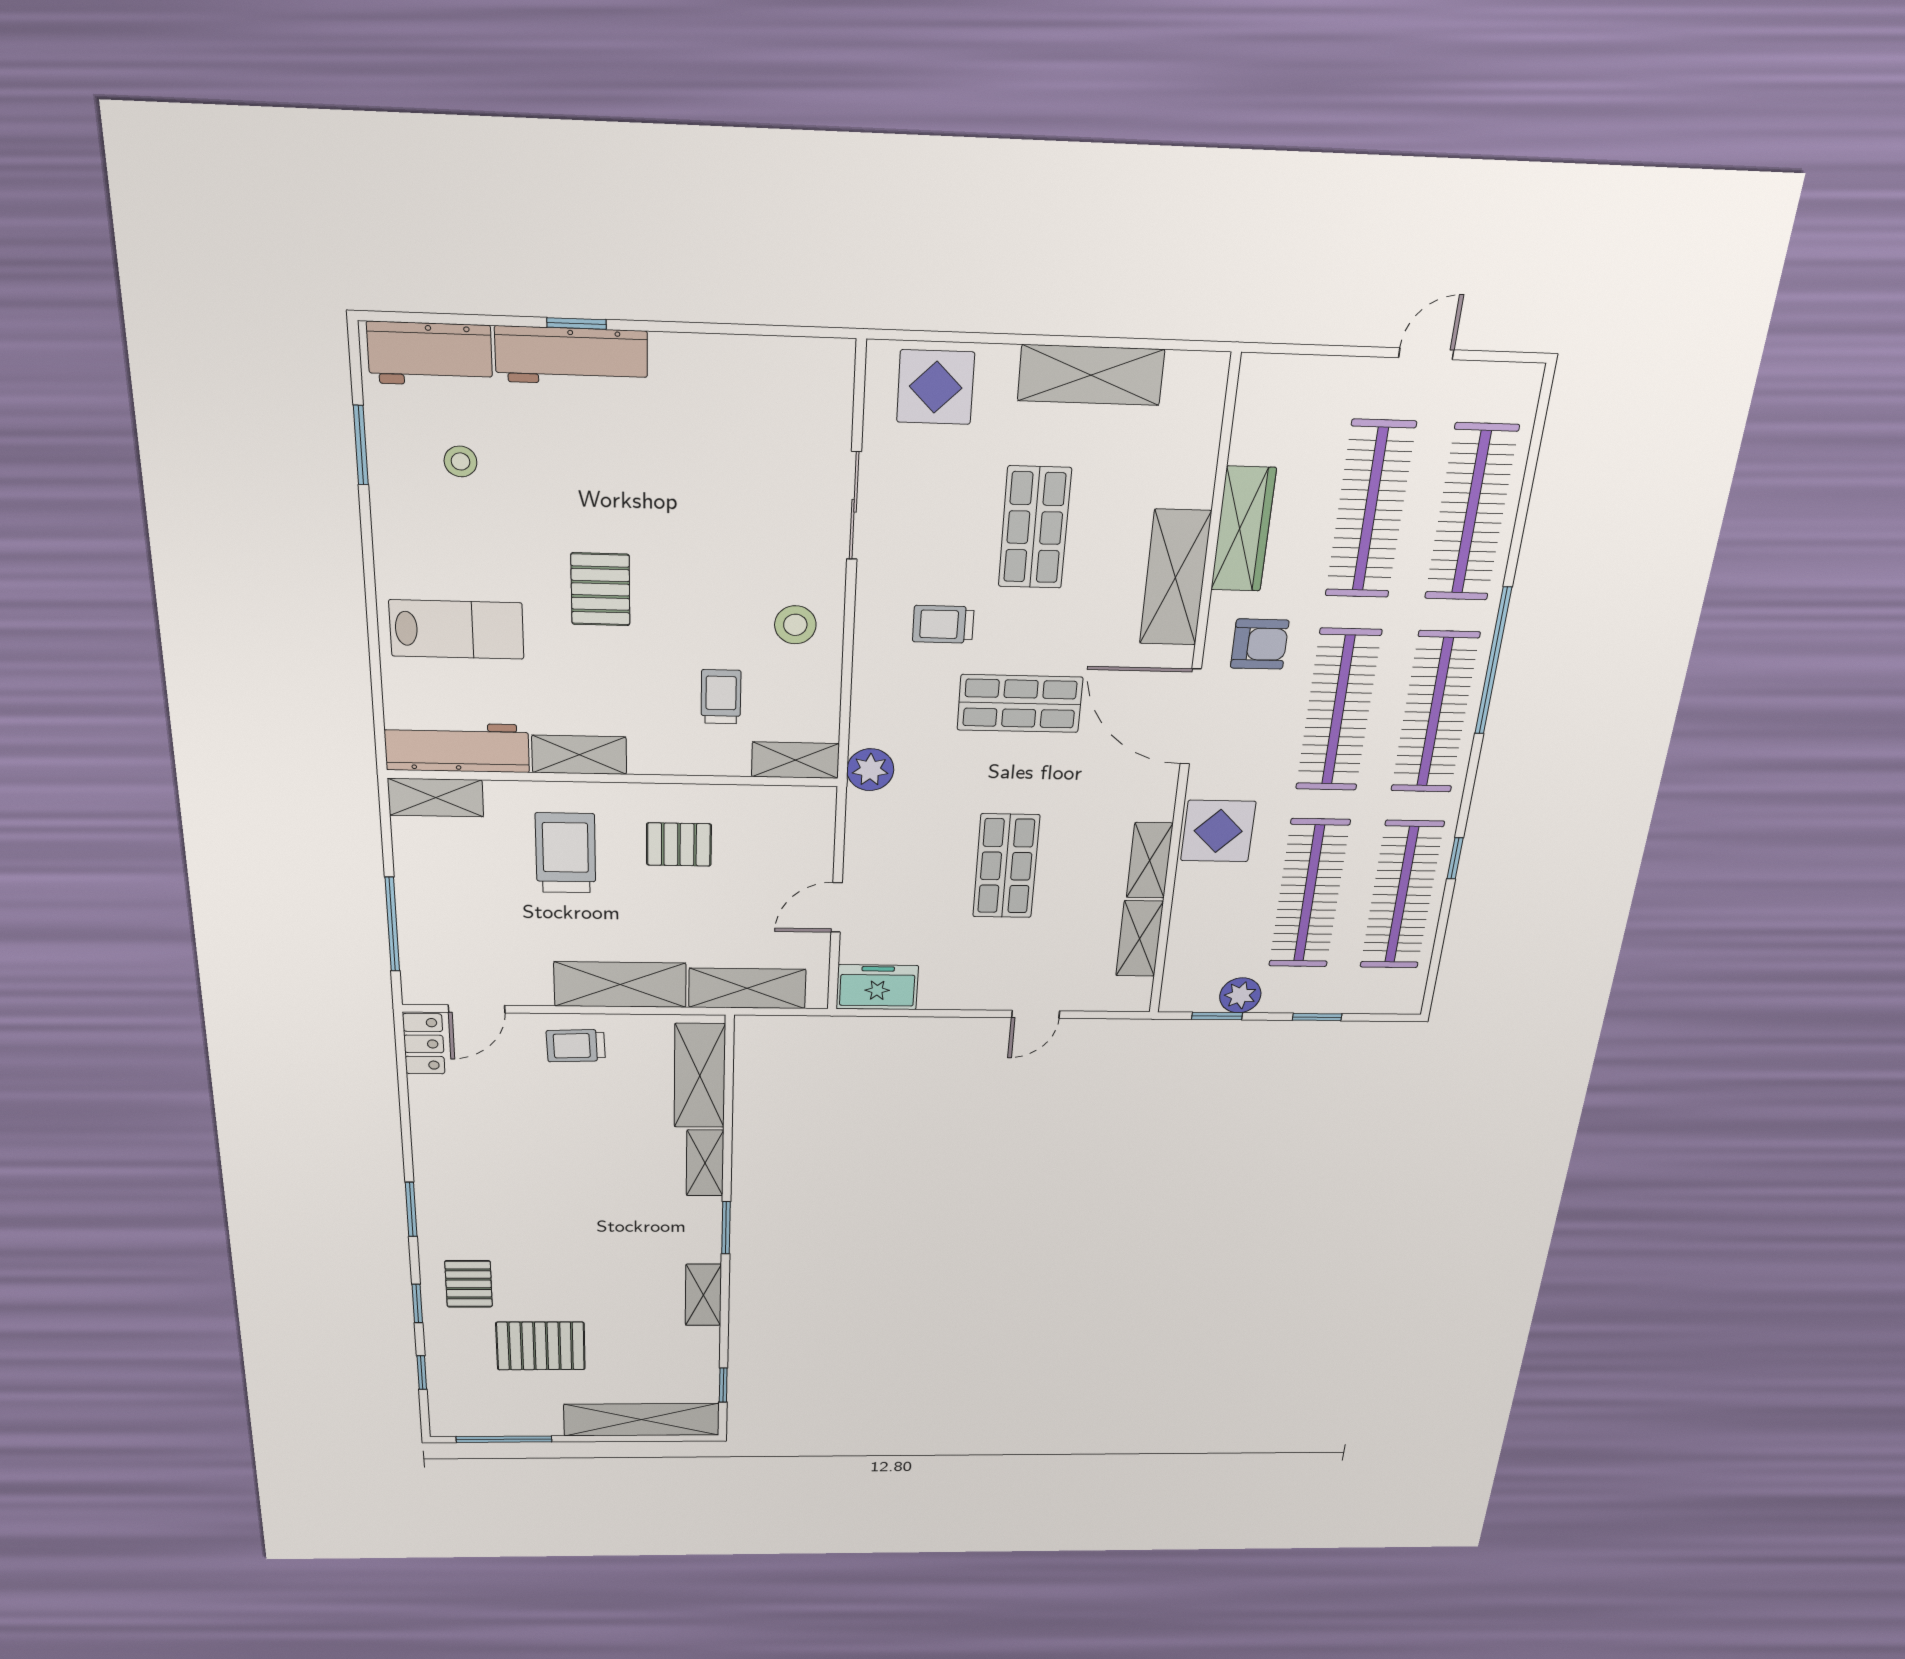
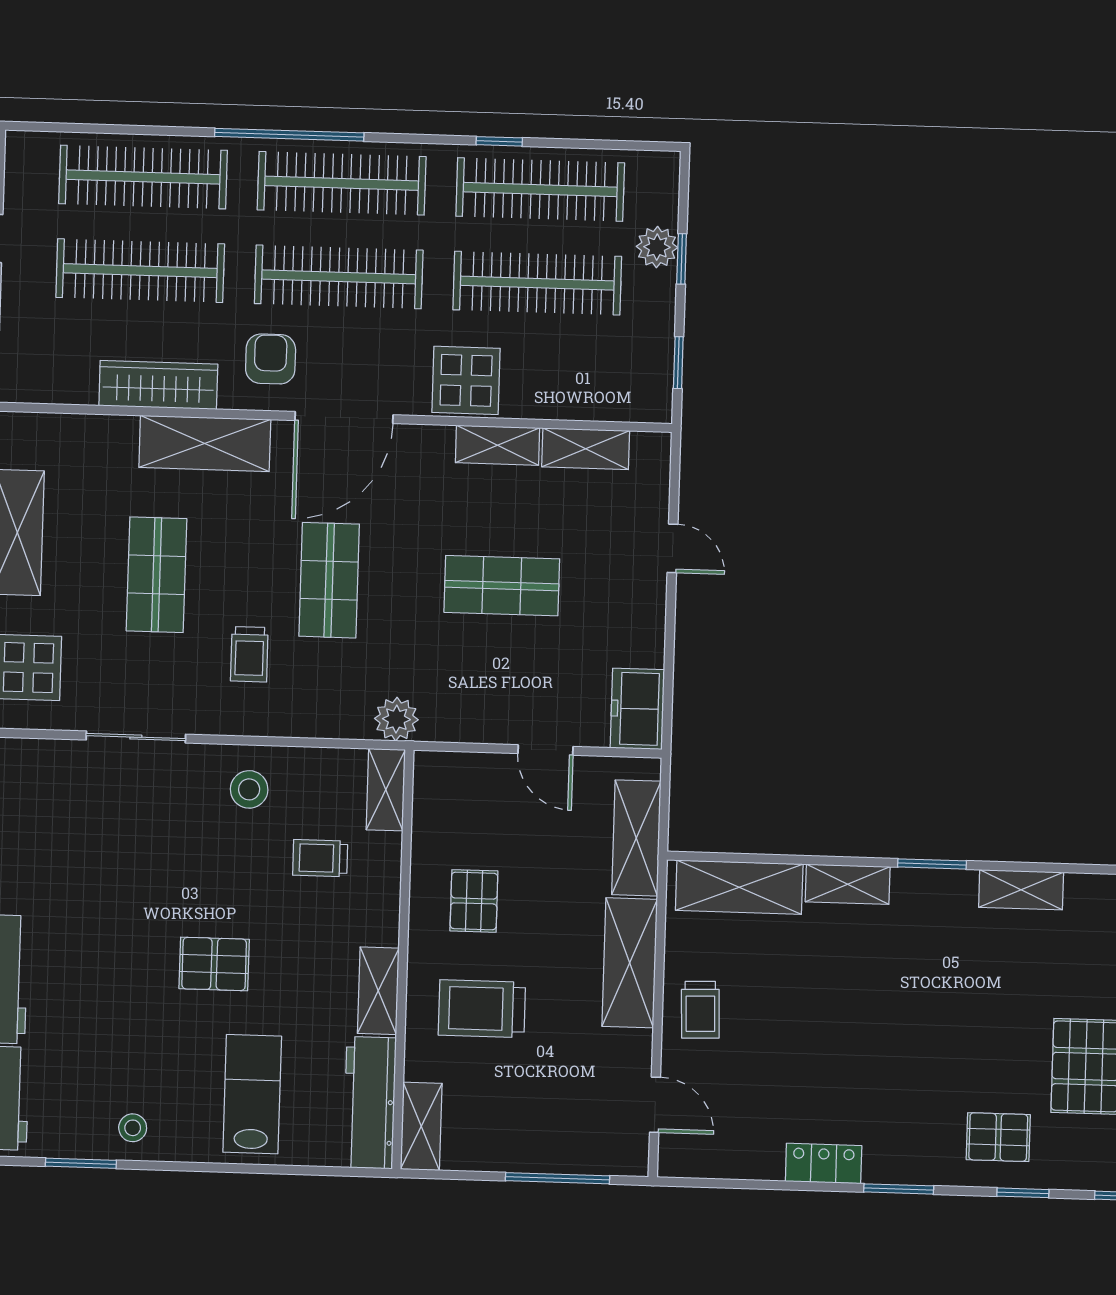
stool: (460, 461) -> (133, 1128), moved
shop shelf: (1035, 528) -> (156, 575), turned 90
plant: (1240, 995) -> (657, 247), moved
locker: (424, 1044) -> (824, 1163), moved

